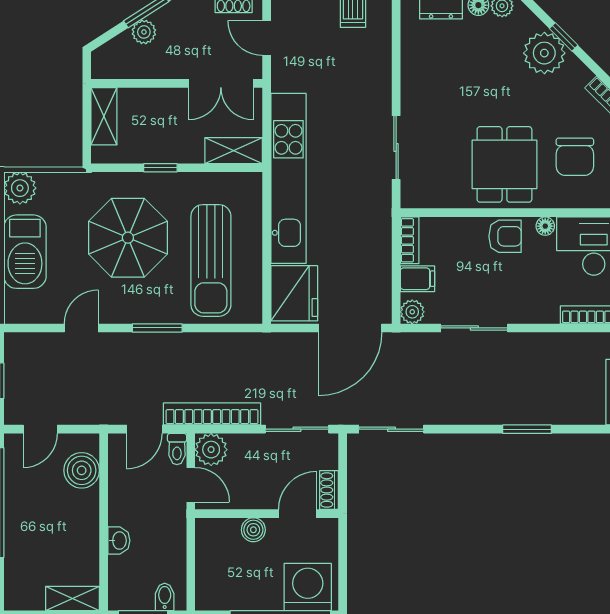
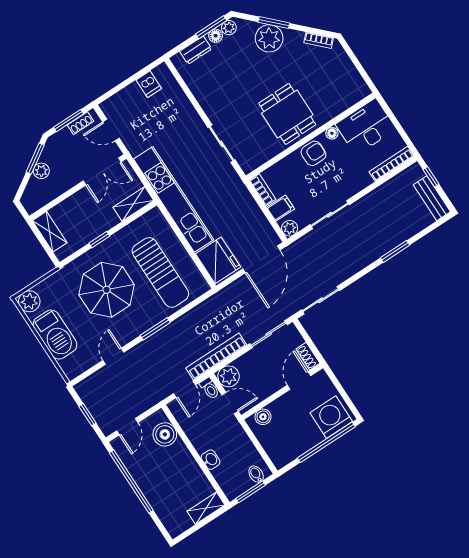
window: (564, 37) -> (274, 23), width x1.50
chair: (575, 157) -> (323, 84), removed
boiler: (253, 530) -> (263, 417), moved

